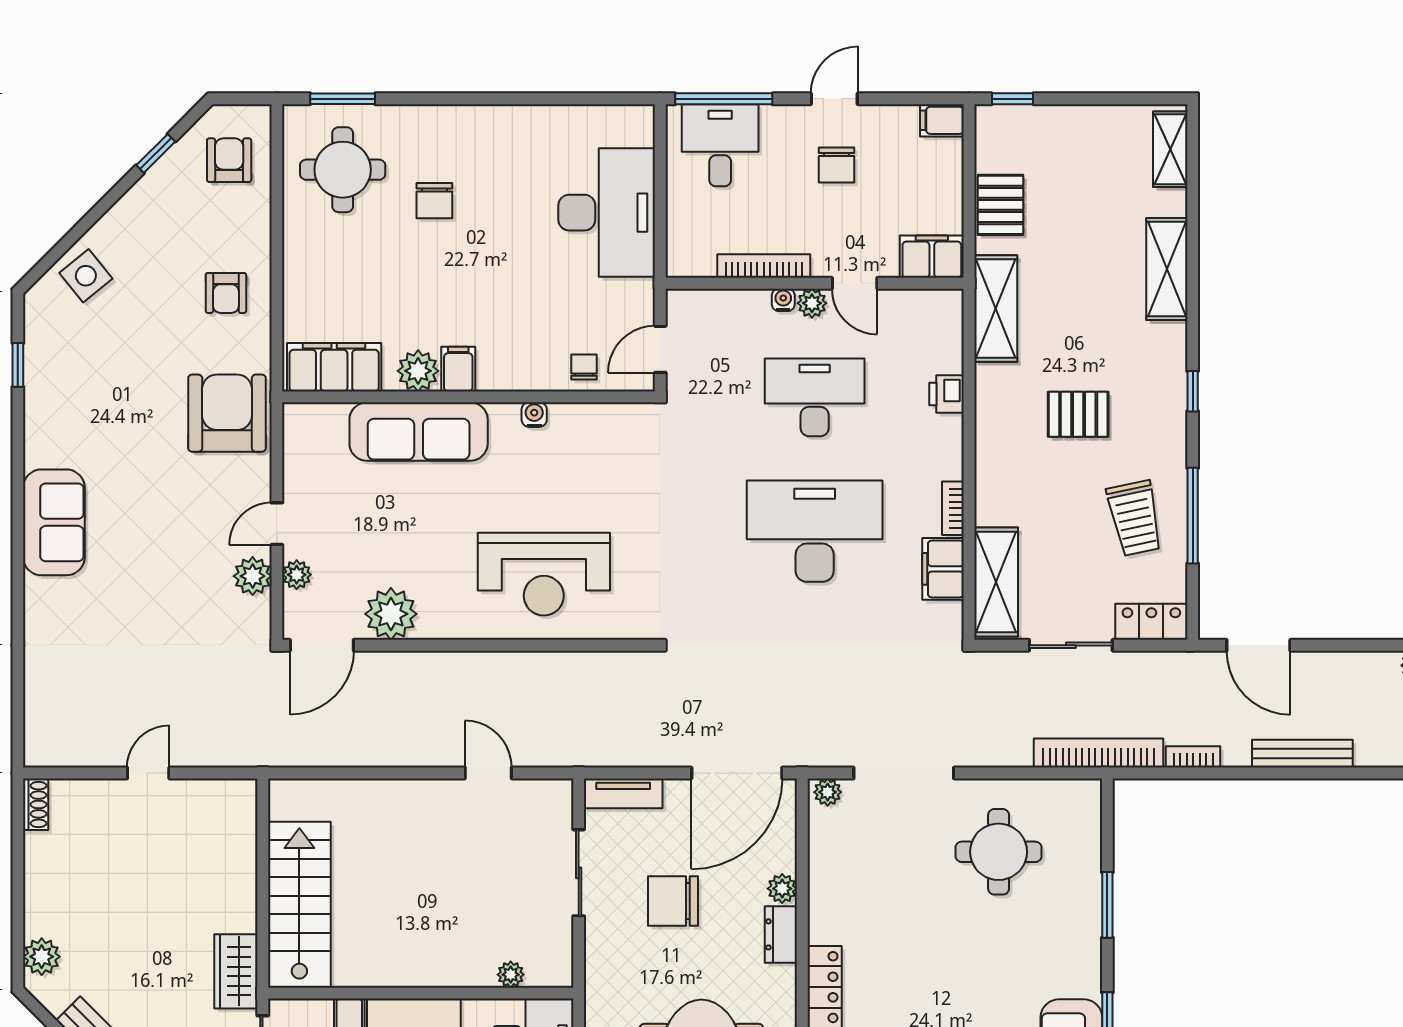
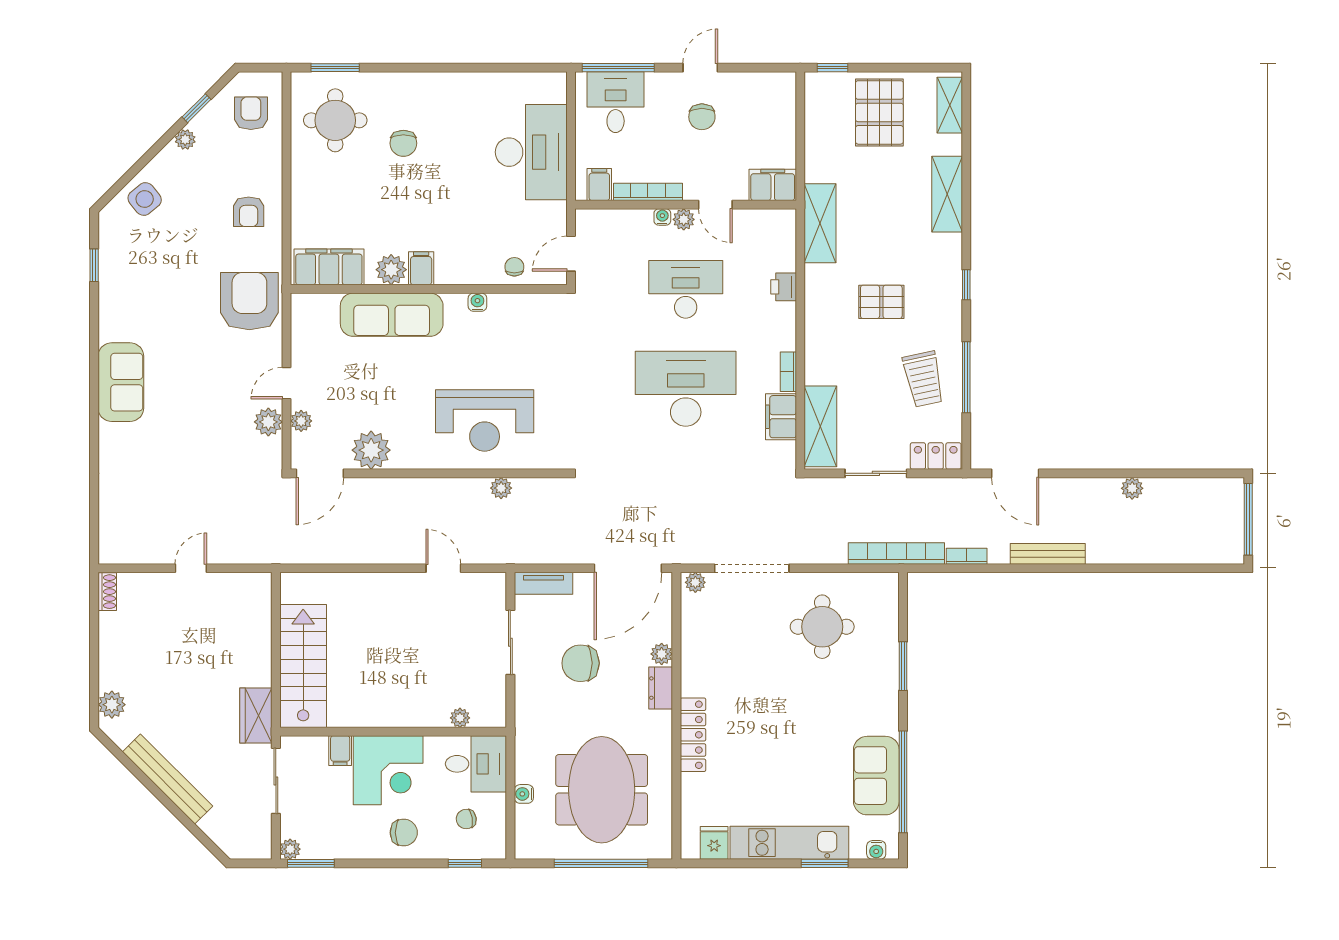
filing cabinet: (942, 120) -> (599, 185), moved, turned 90
plant: (141, 196) -> (185, 139), added
pallet: (1000, 205) -> (879, 112), moved, width x1.50, depth x1.42
plant: (566, 665) -> (501, 488), added

